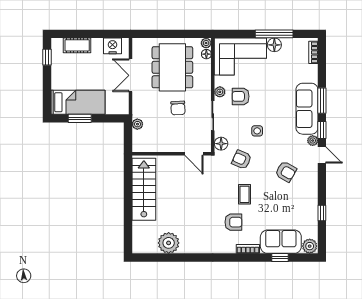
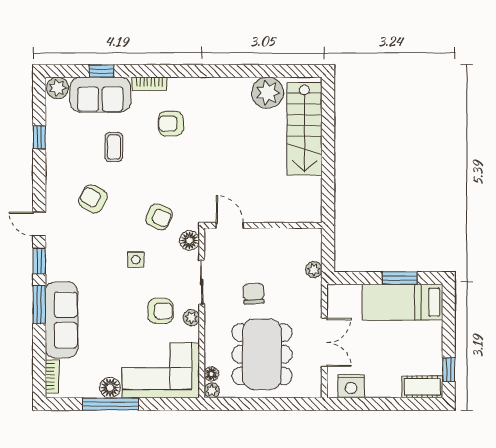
cot: (77, 45) -> (422, 387), moved
sofa: (307, 109) -> (61, 320), moved
plant: (313, 141) -> (53, 245), removed
stairs: (144, 189) -> (304, 129), moved
coffee table: (244, 194) -> (114, 147), moved

